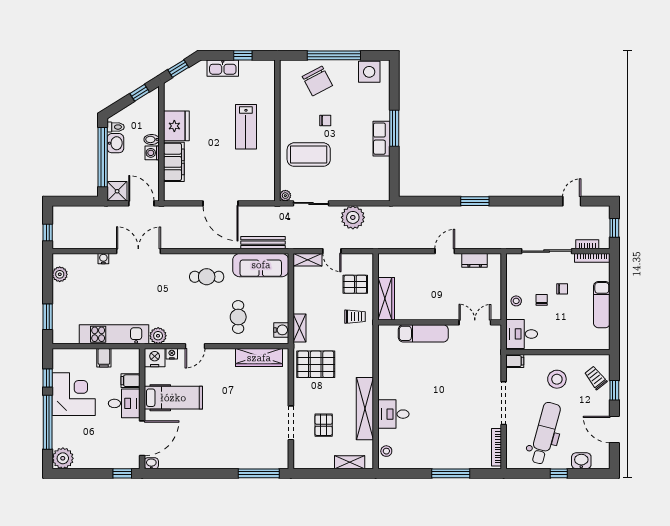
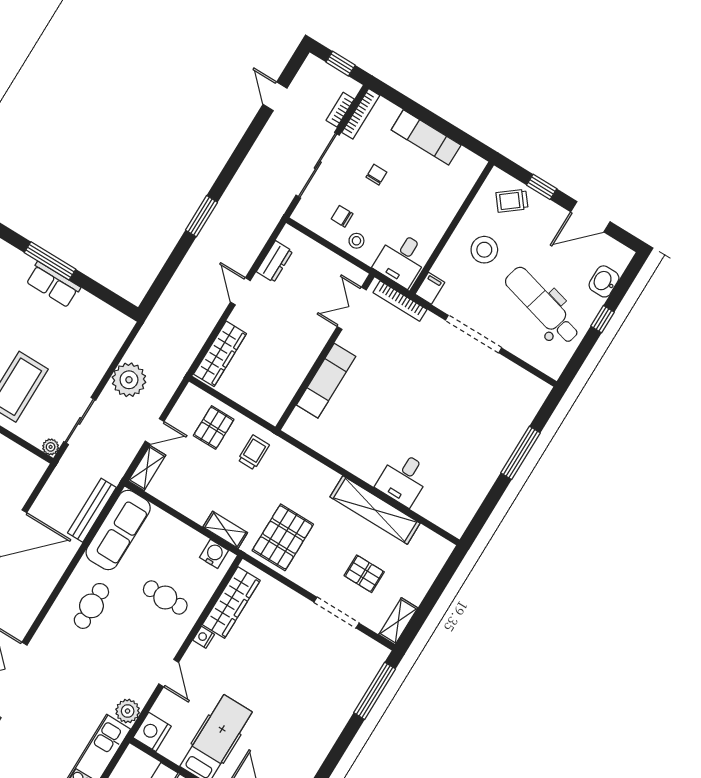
wardrobe: (386, 299) -> (220, 354), moved, turned 90
chair: (542, 300) -> (342, 216), moved
nightstand: (172, 354) -> (204, 637), moved
bookcase: (497, 447) -> (400, 301), moved
stool: (386, 451) -> (444, 516), removed
shelving: (350, 462) -> (398, 621), moved

